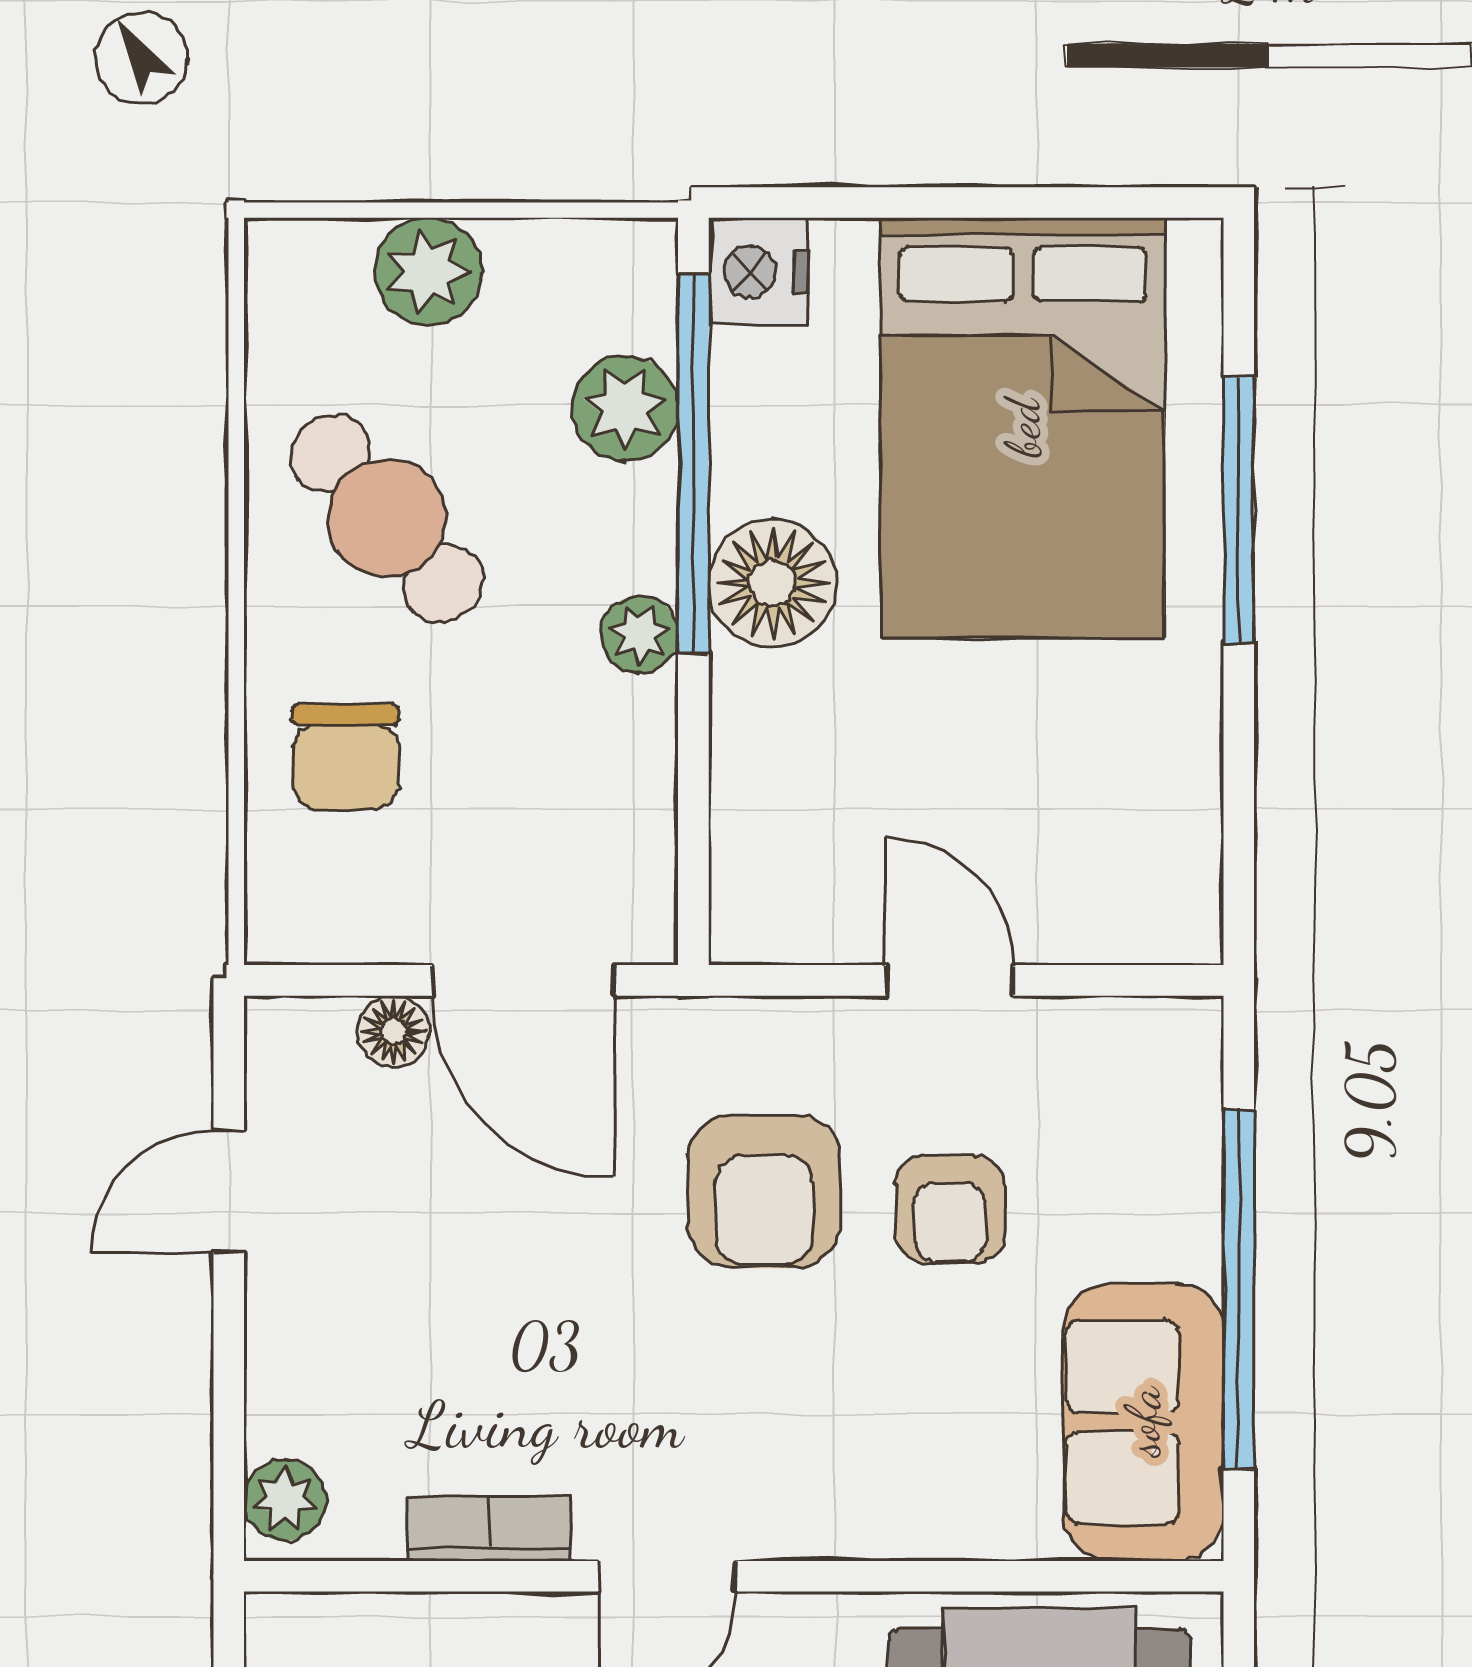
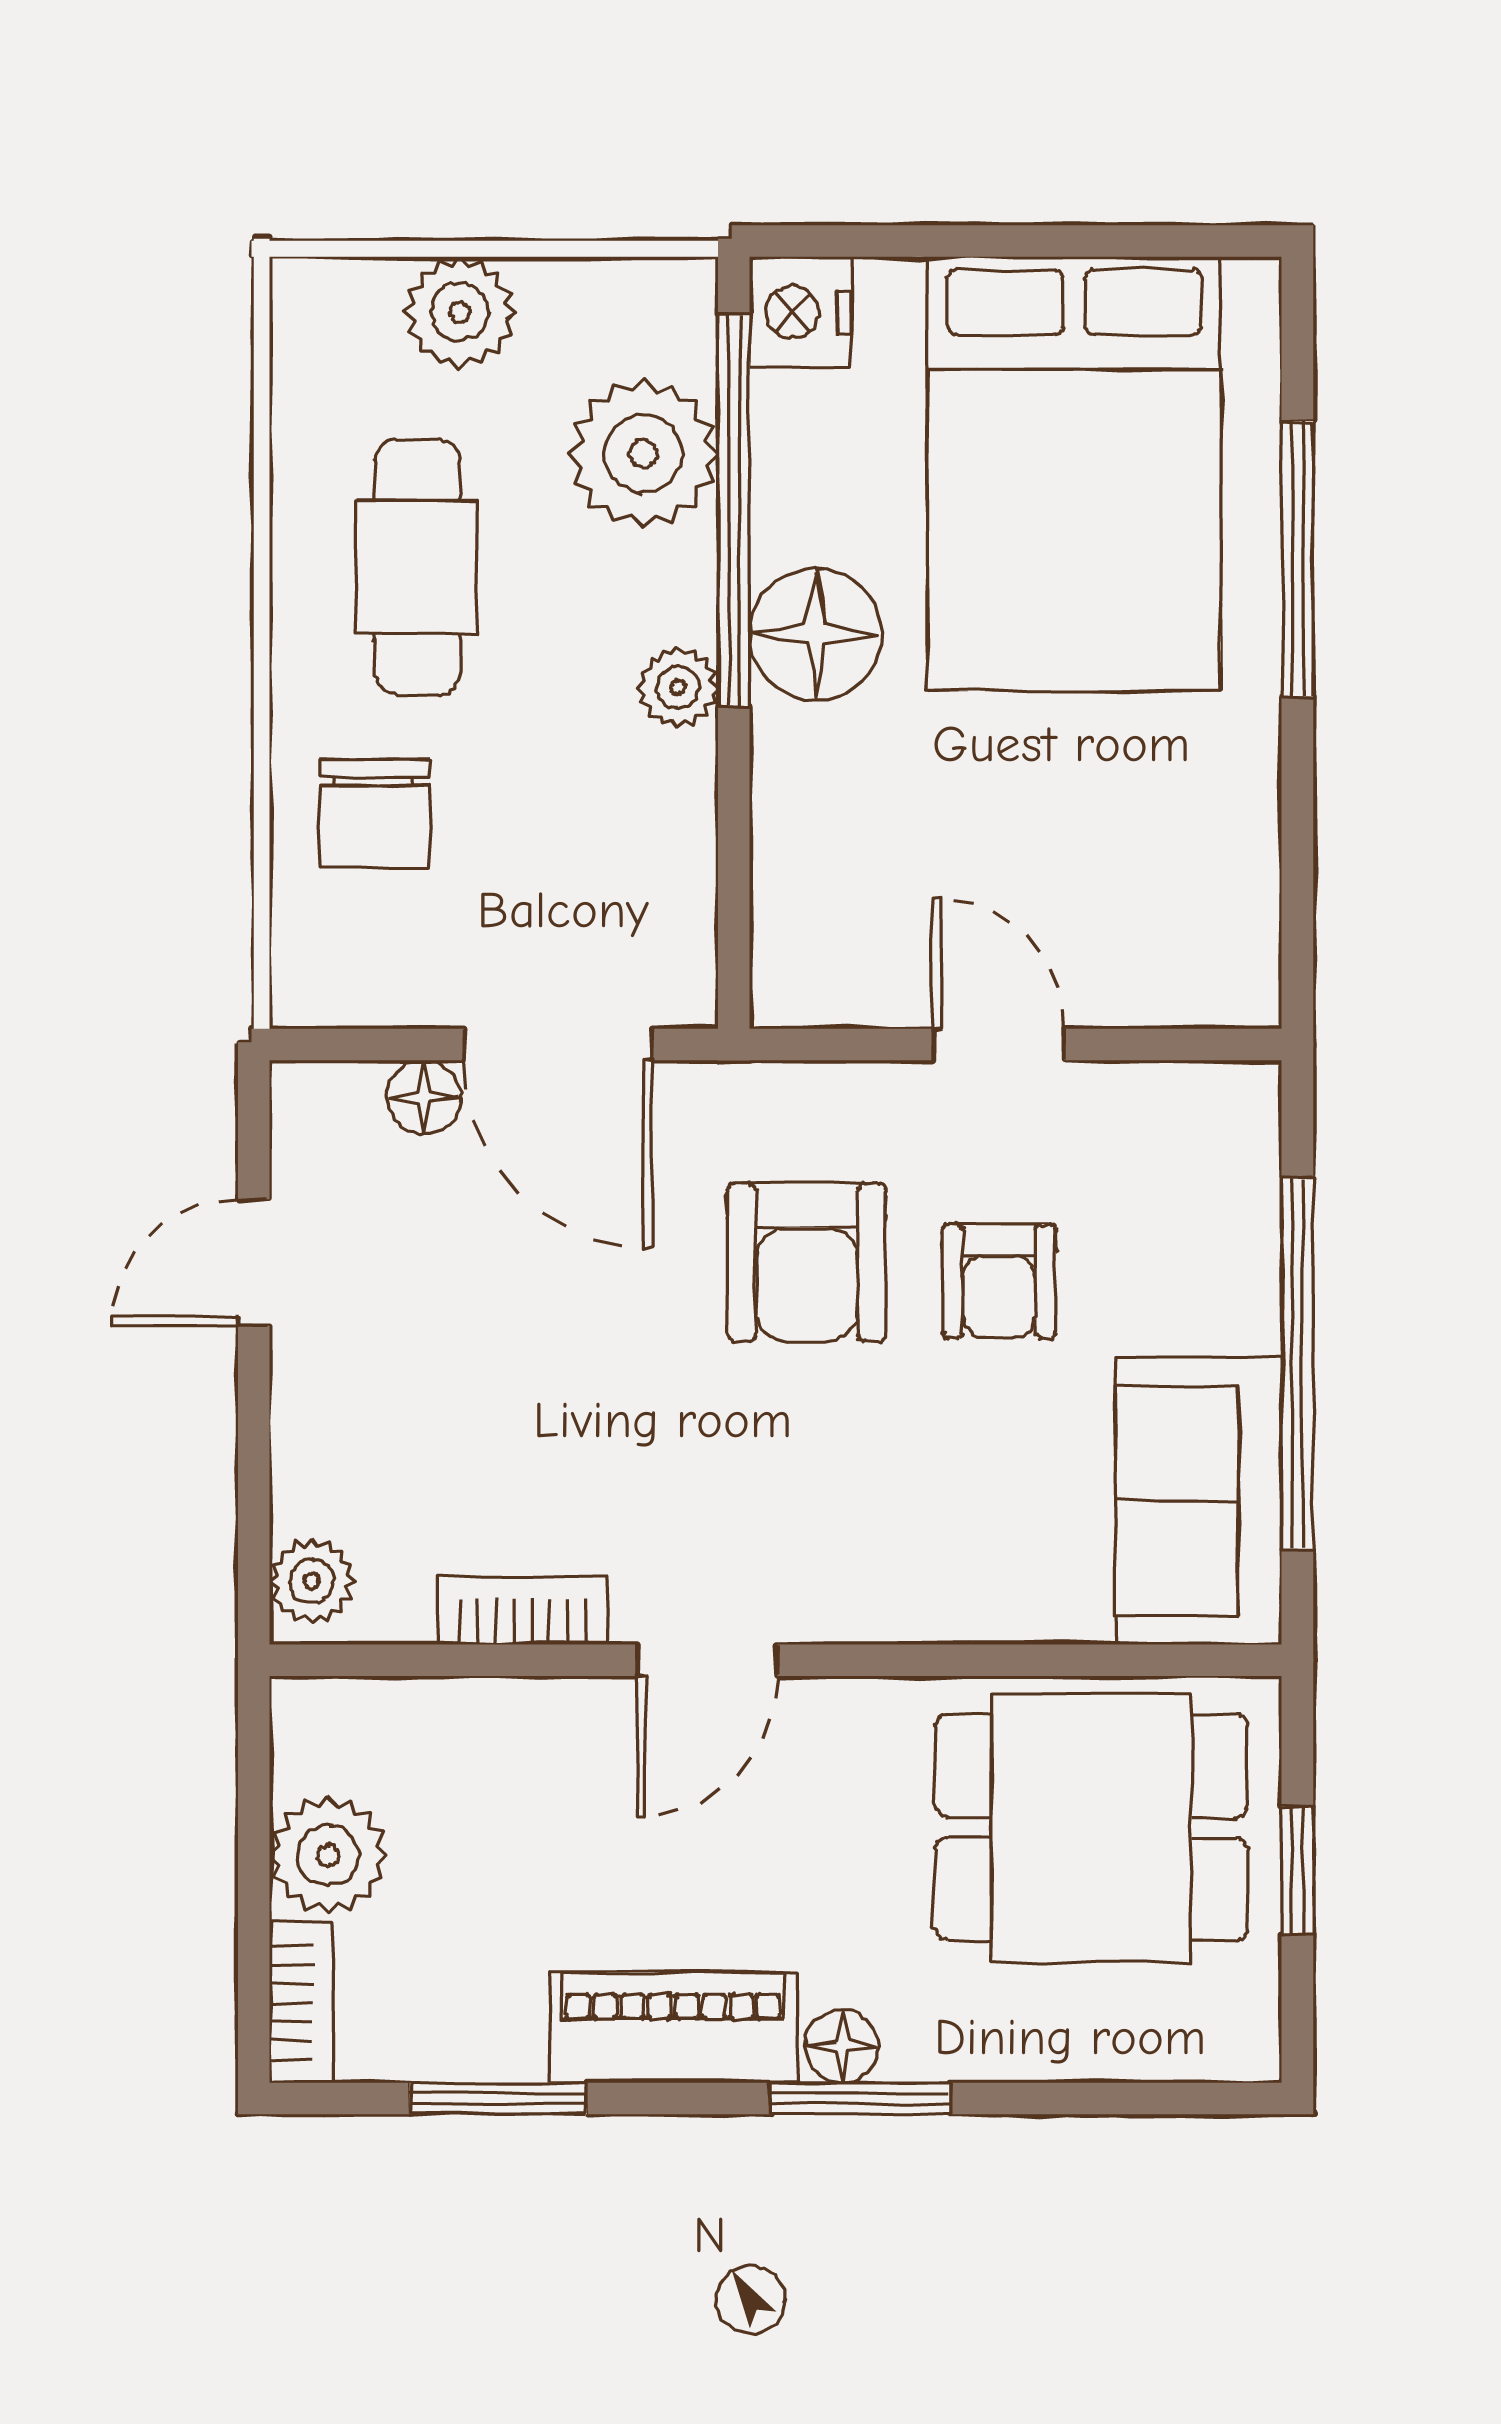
plant: (625, 408) -> (643, 454), width x1.36, depth x1.36
cafe table: (387, 518) -> (417, 567), turned 41

